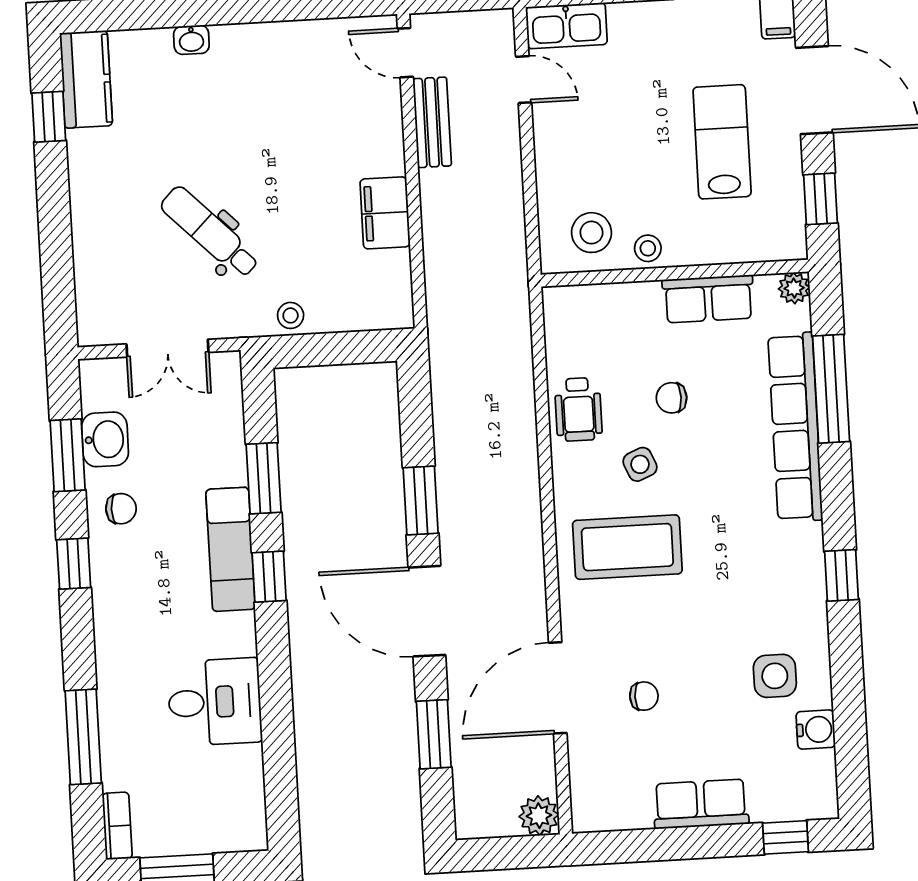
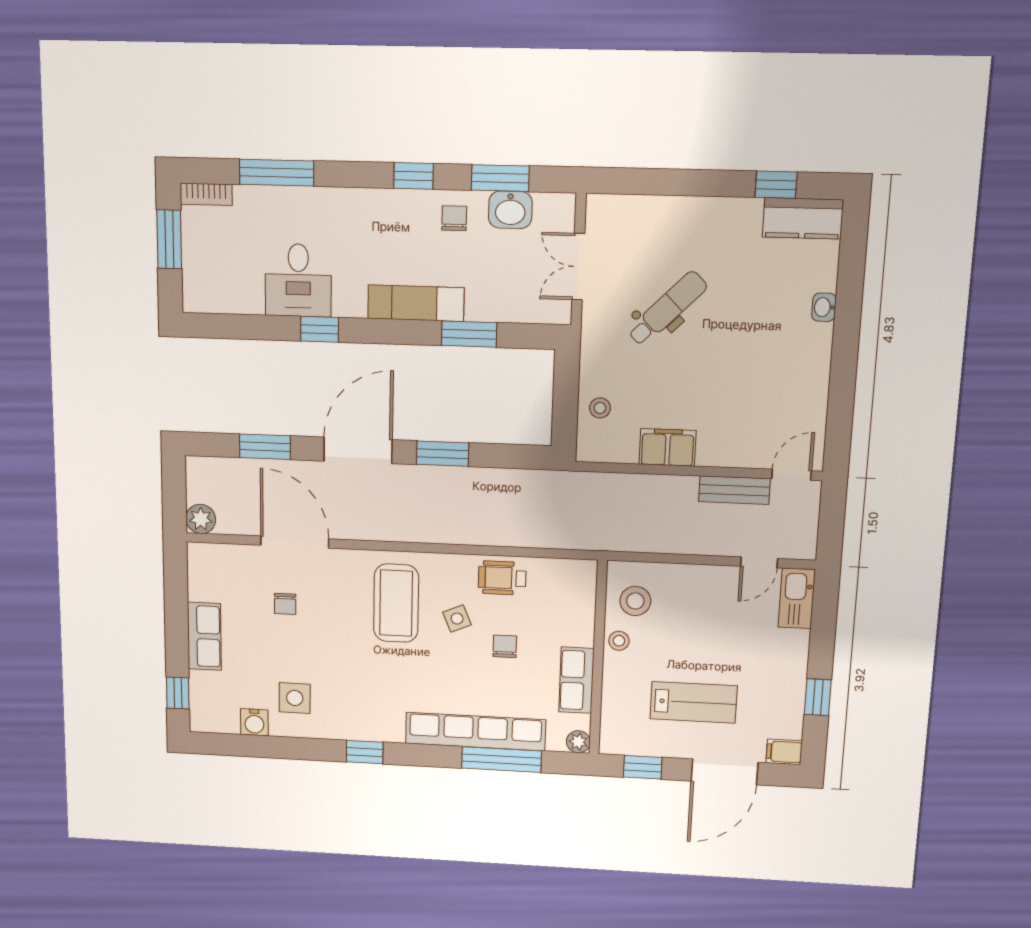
stool: (291, 315) -> (600, 408), moved
chair: (121, 509) -> (454, 218), turned 180
window: (269, 577) -> (320, 329), moved

